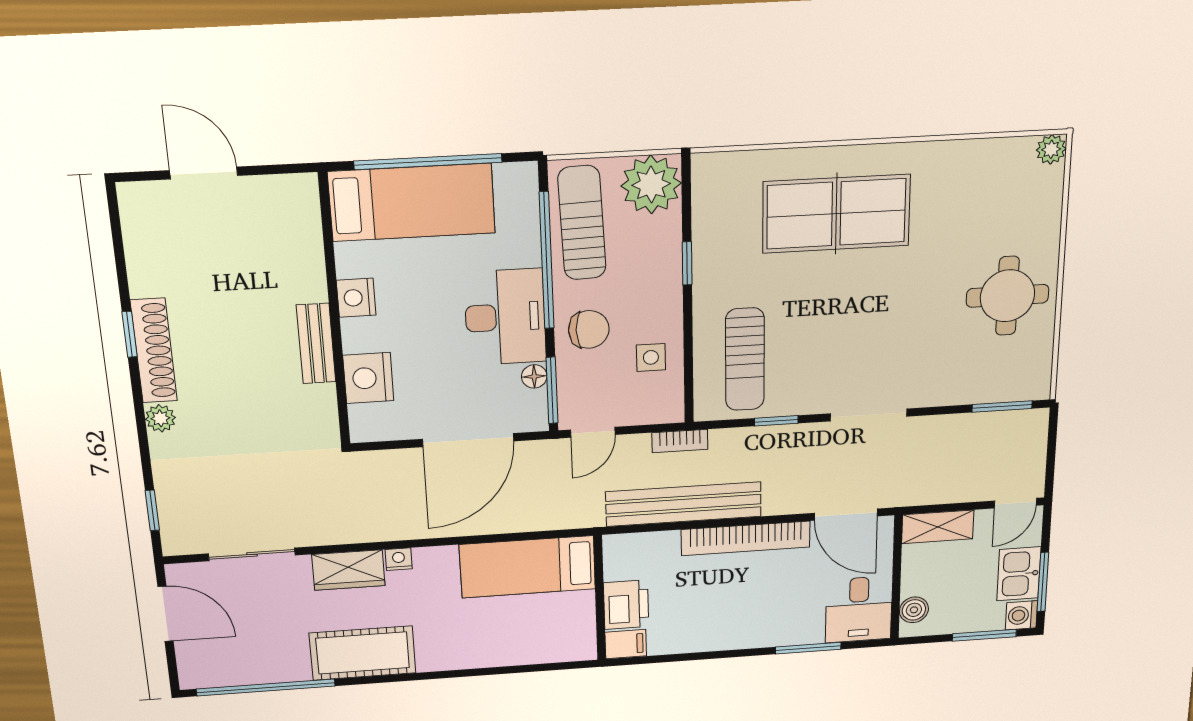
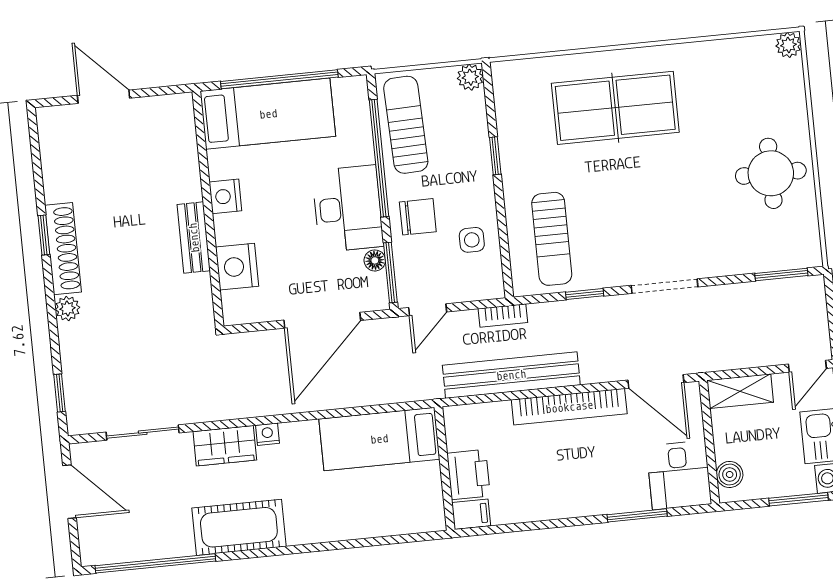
plant: (651, 184) -> (470, 77), width x0.53, depth x0.53

